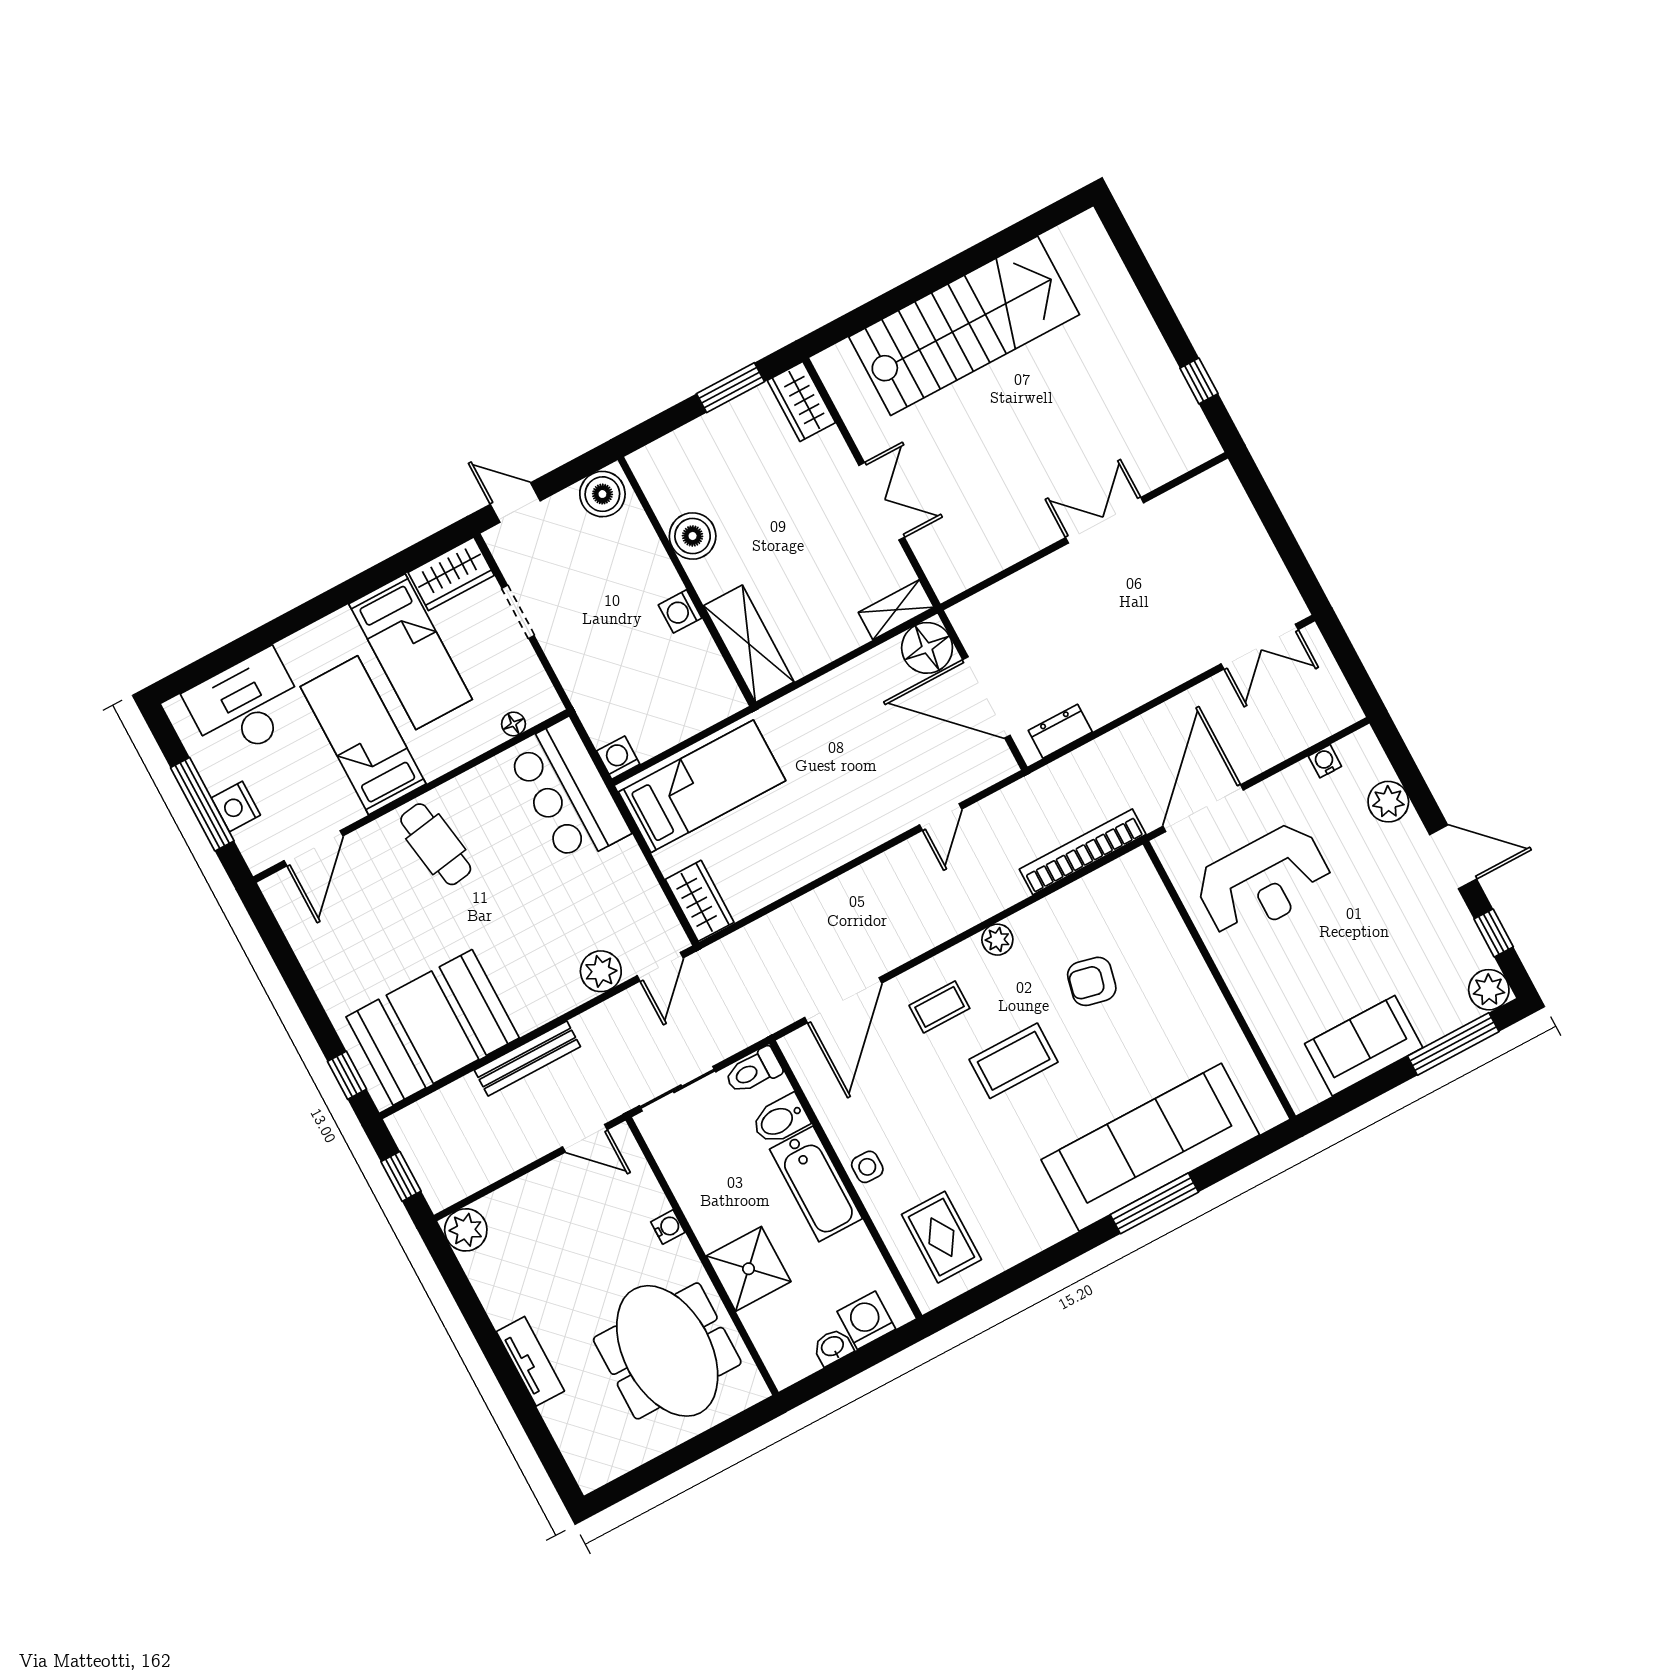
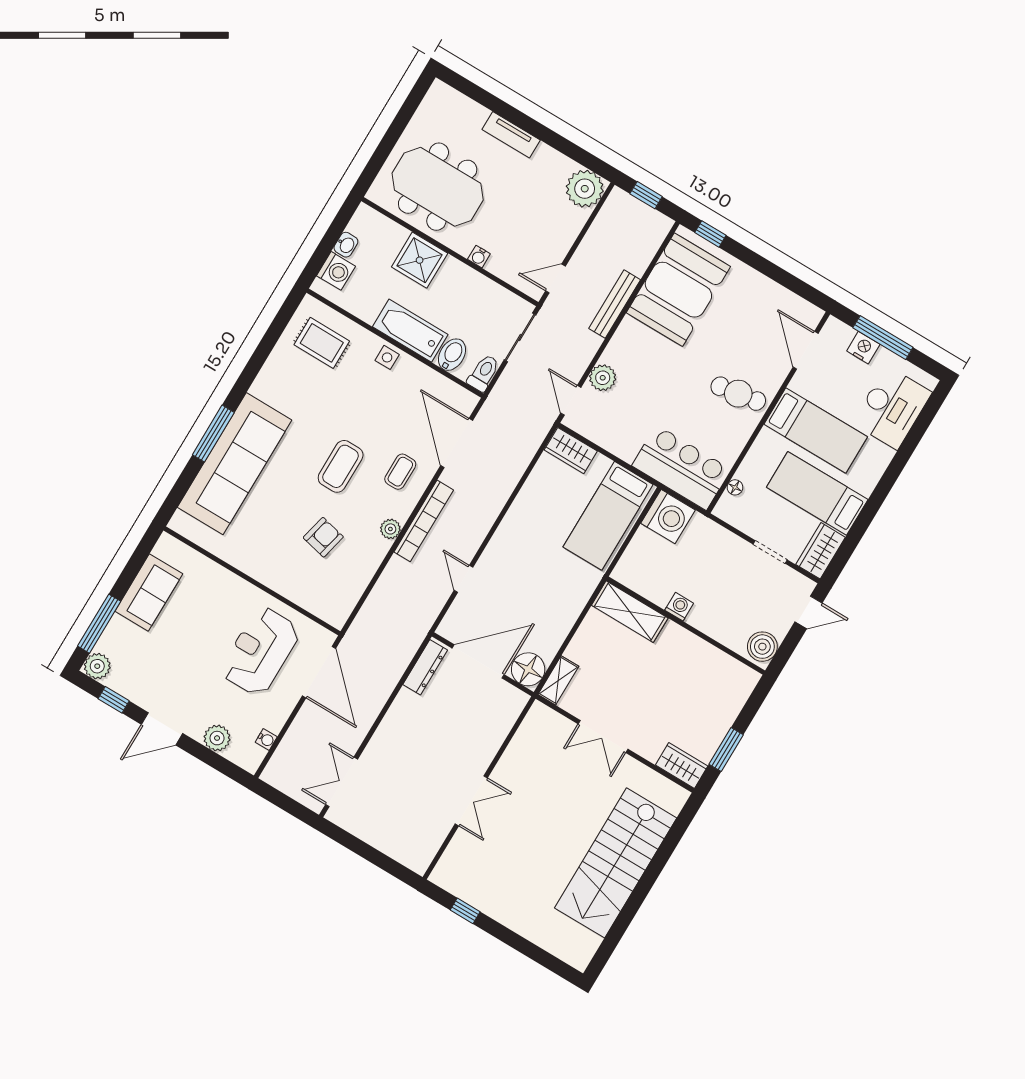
boiler: (693, 536) -> (698, 653), removed
dresser: (1060, 731) -> (425, 667), width x1.44
washing machine: (618, 758) -> (668, 517), width x1.89, depth x1.89
bookcase: (1083, 852) -> (424, 521), moved
plant: (466, 1230) -> (585, 189), width x1.36, depth x1.36

